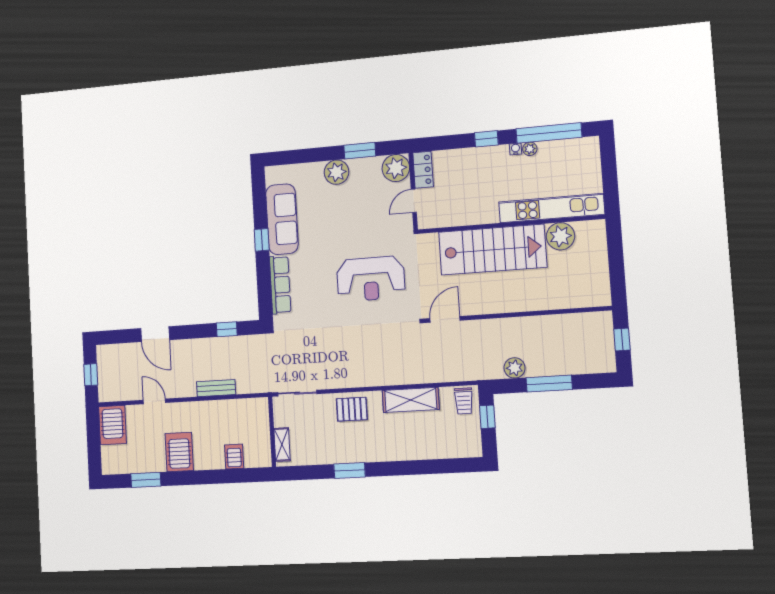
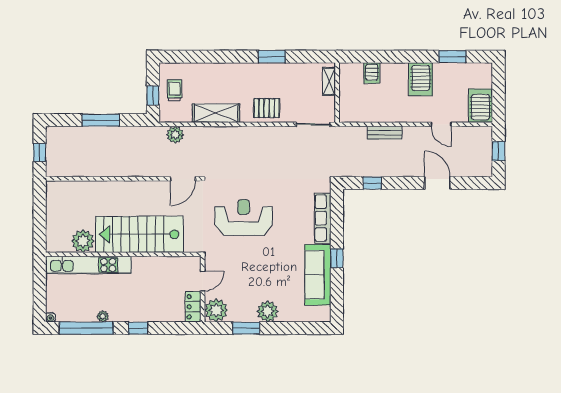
water cooler: (515, 149) -> (50, 317), moved
plant: (515, 368) -> (175, 135), moved
trolley: (464, 401) -> (174, 90), moved

